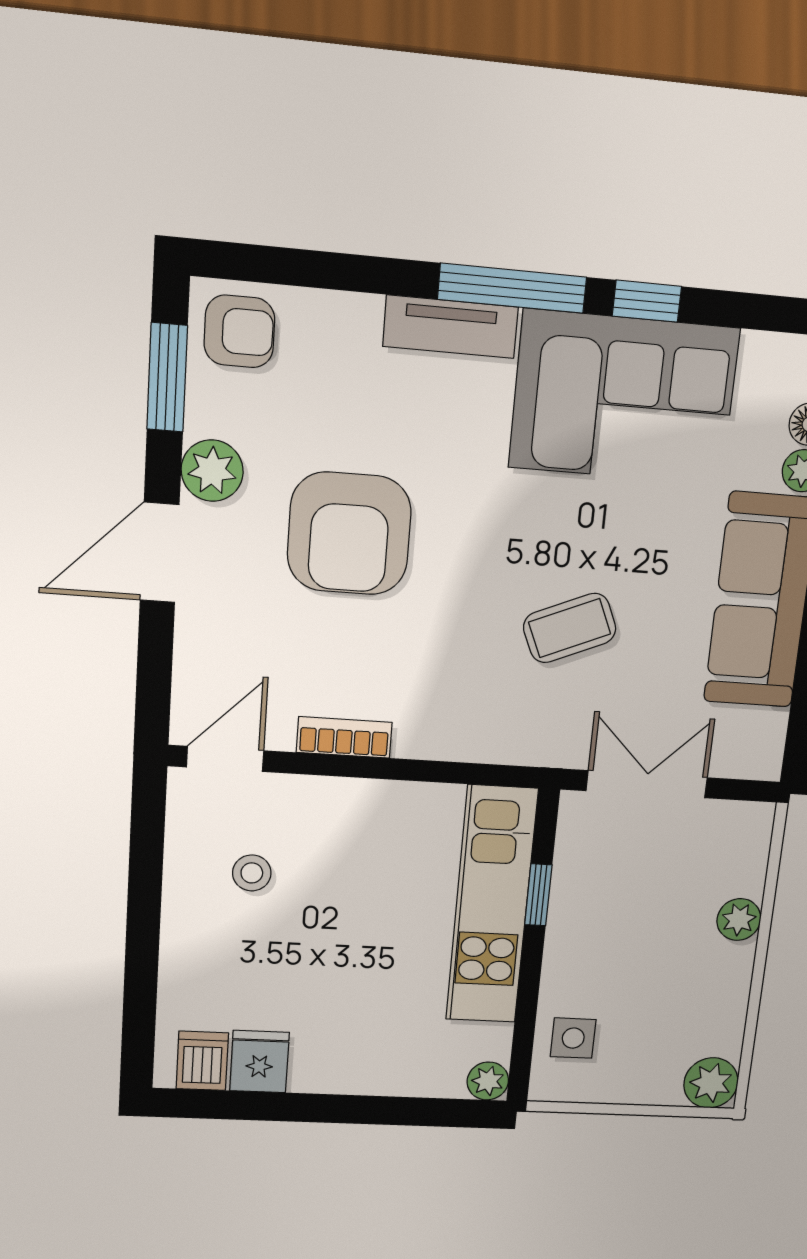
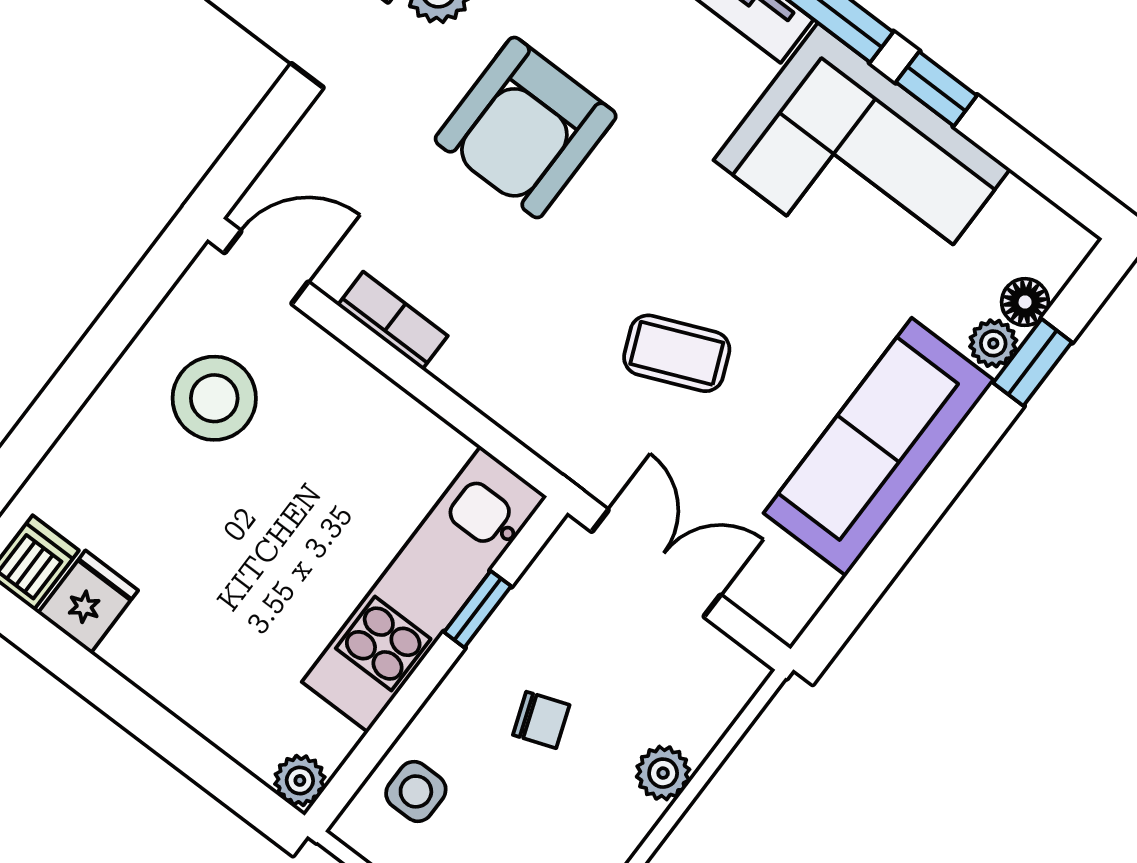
stool: (252, 873) -> (214, 398), width x1.89, depth x1.89
chair: (631, 939) -> (541, 720), added

